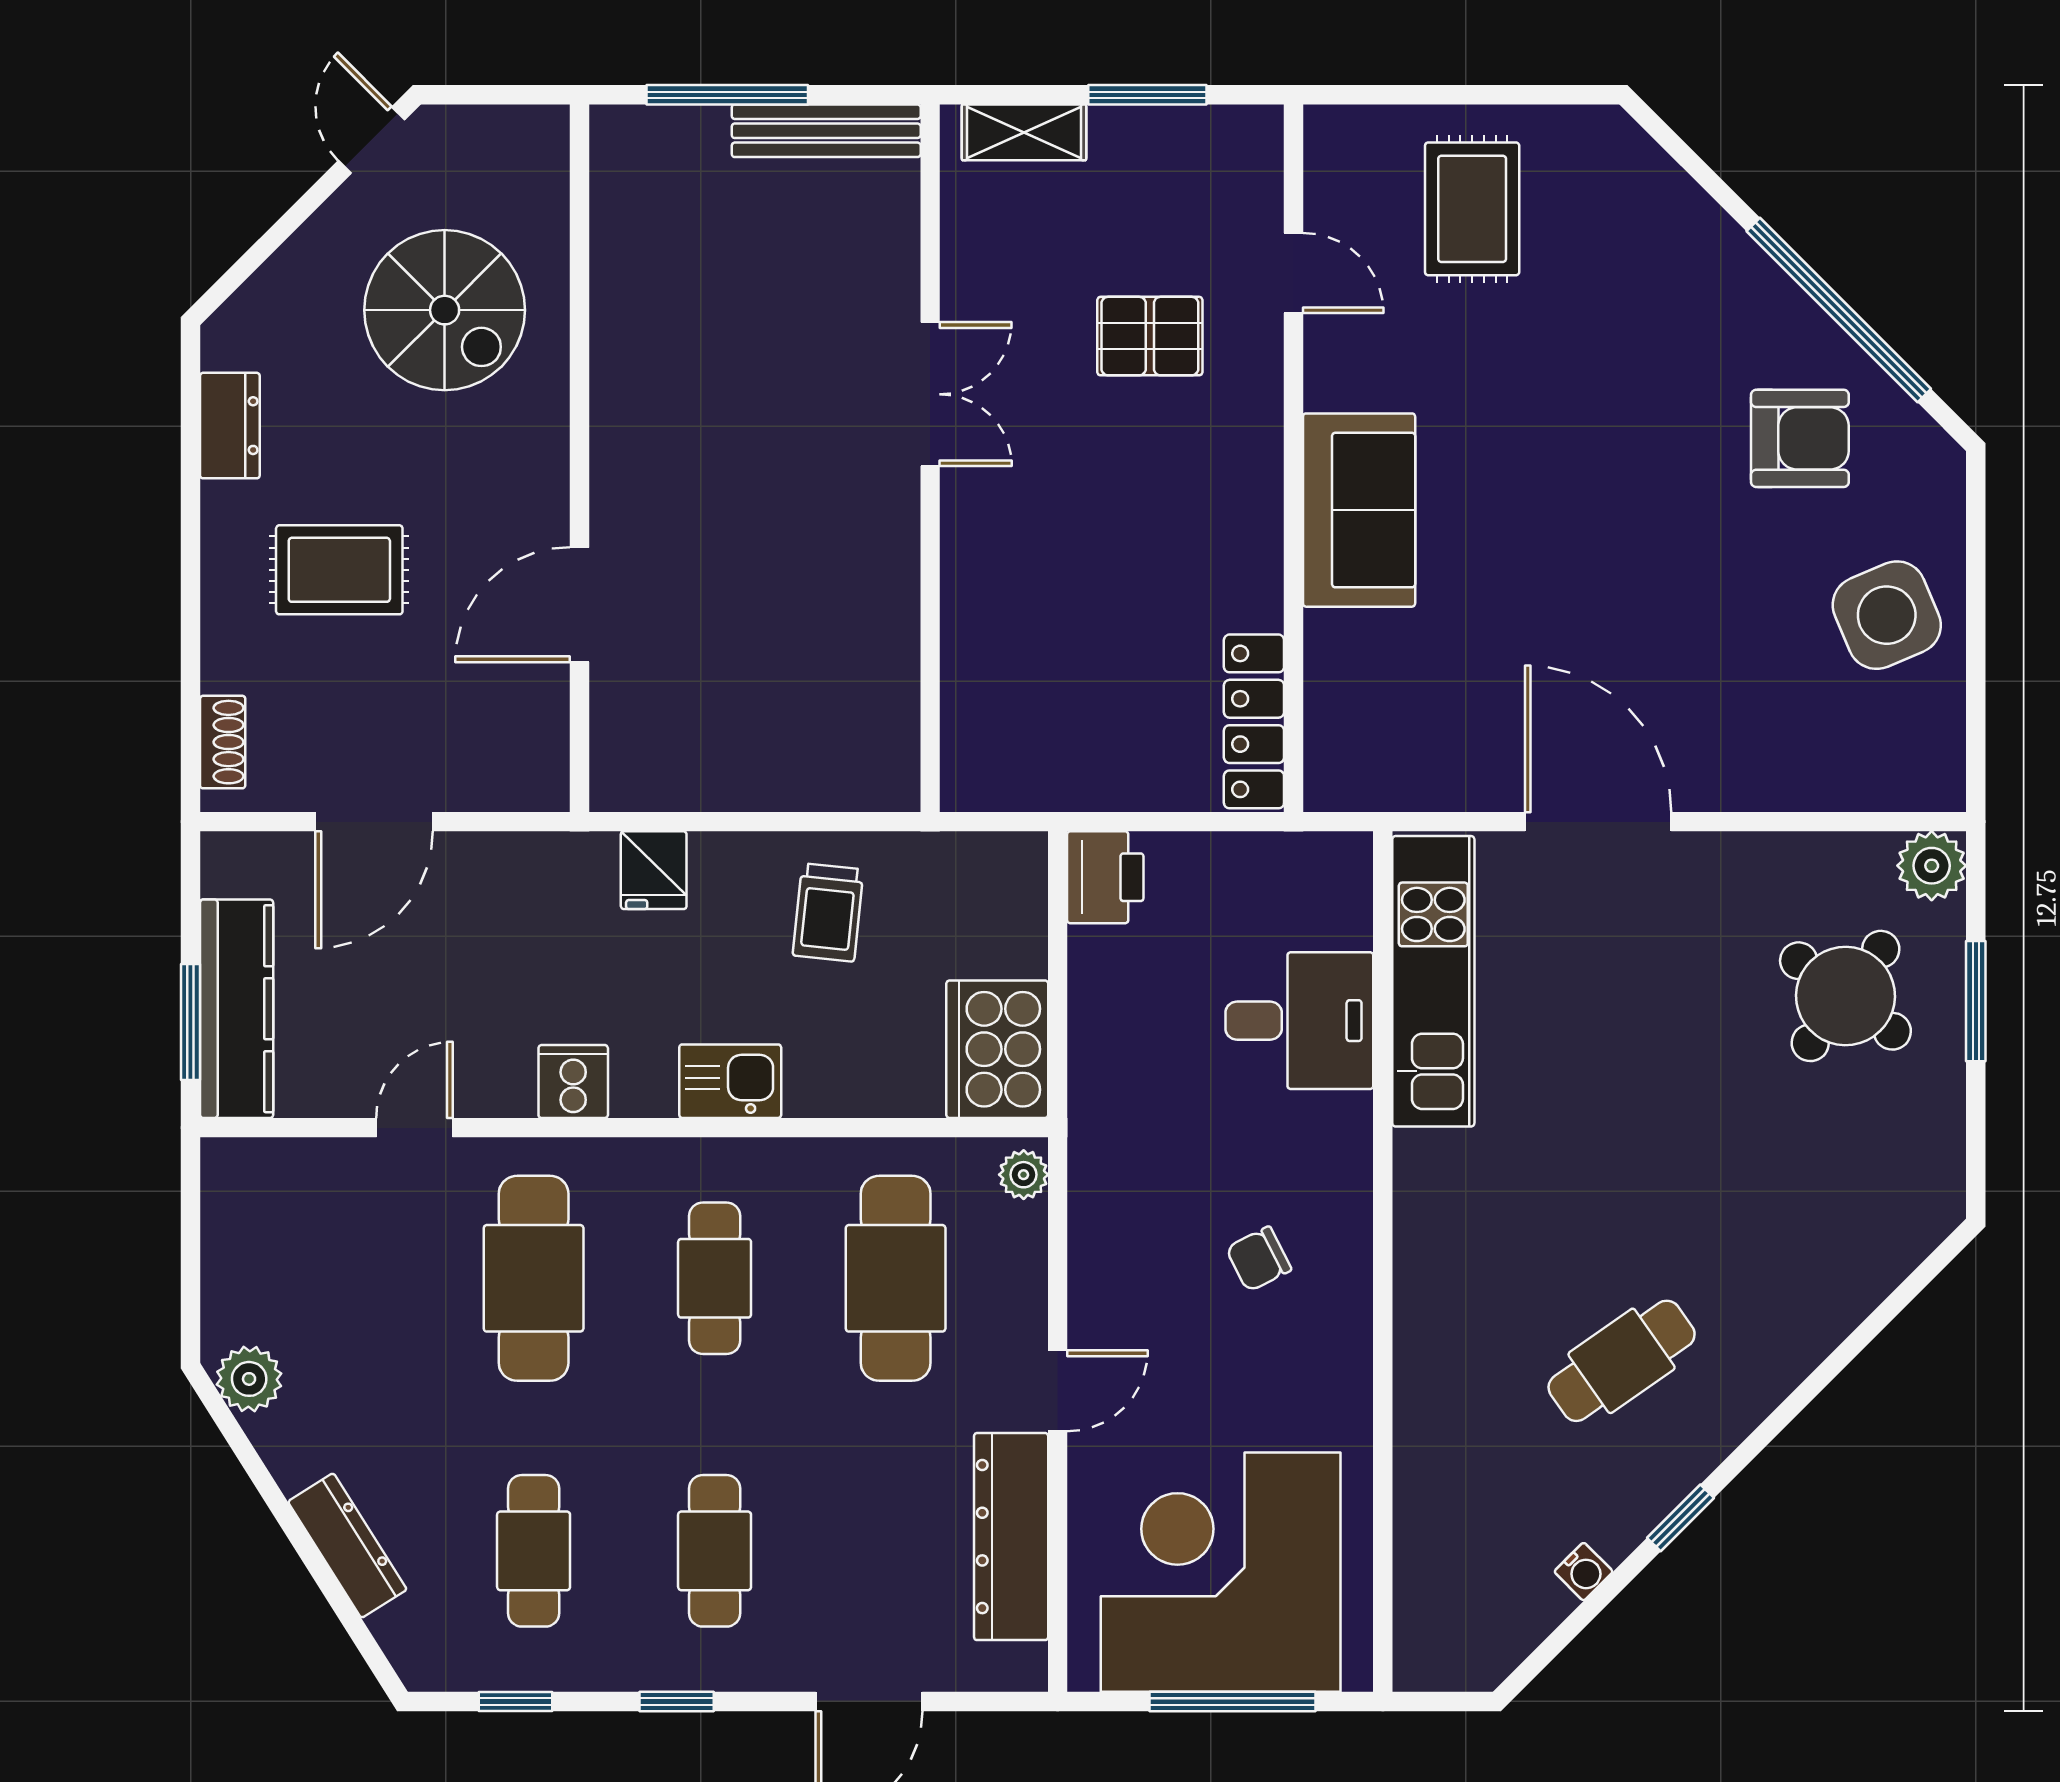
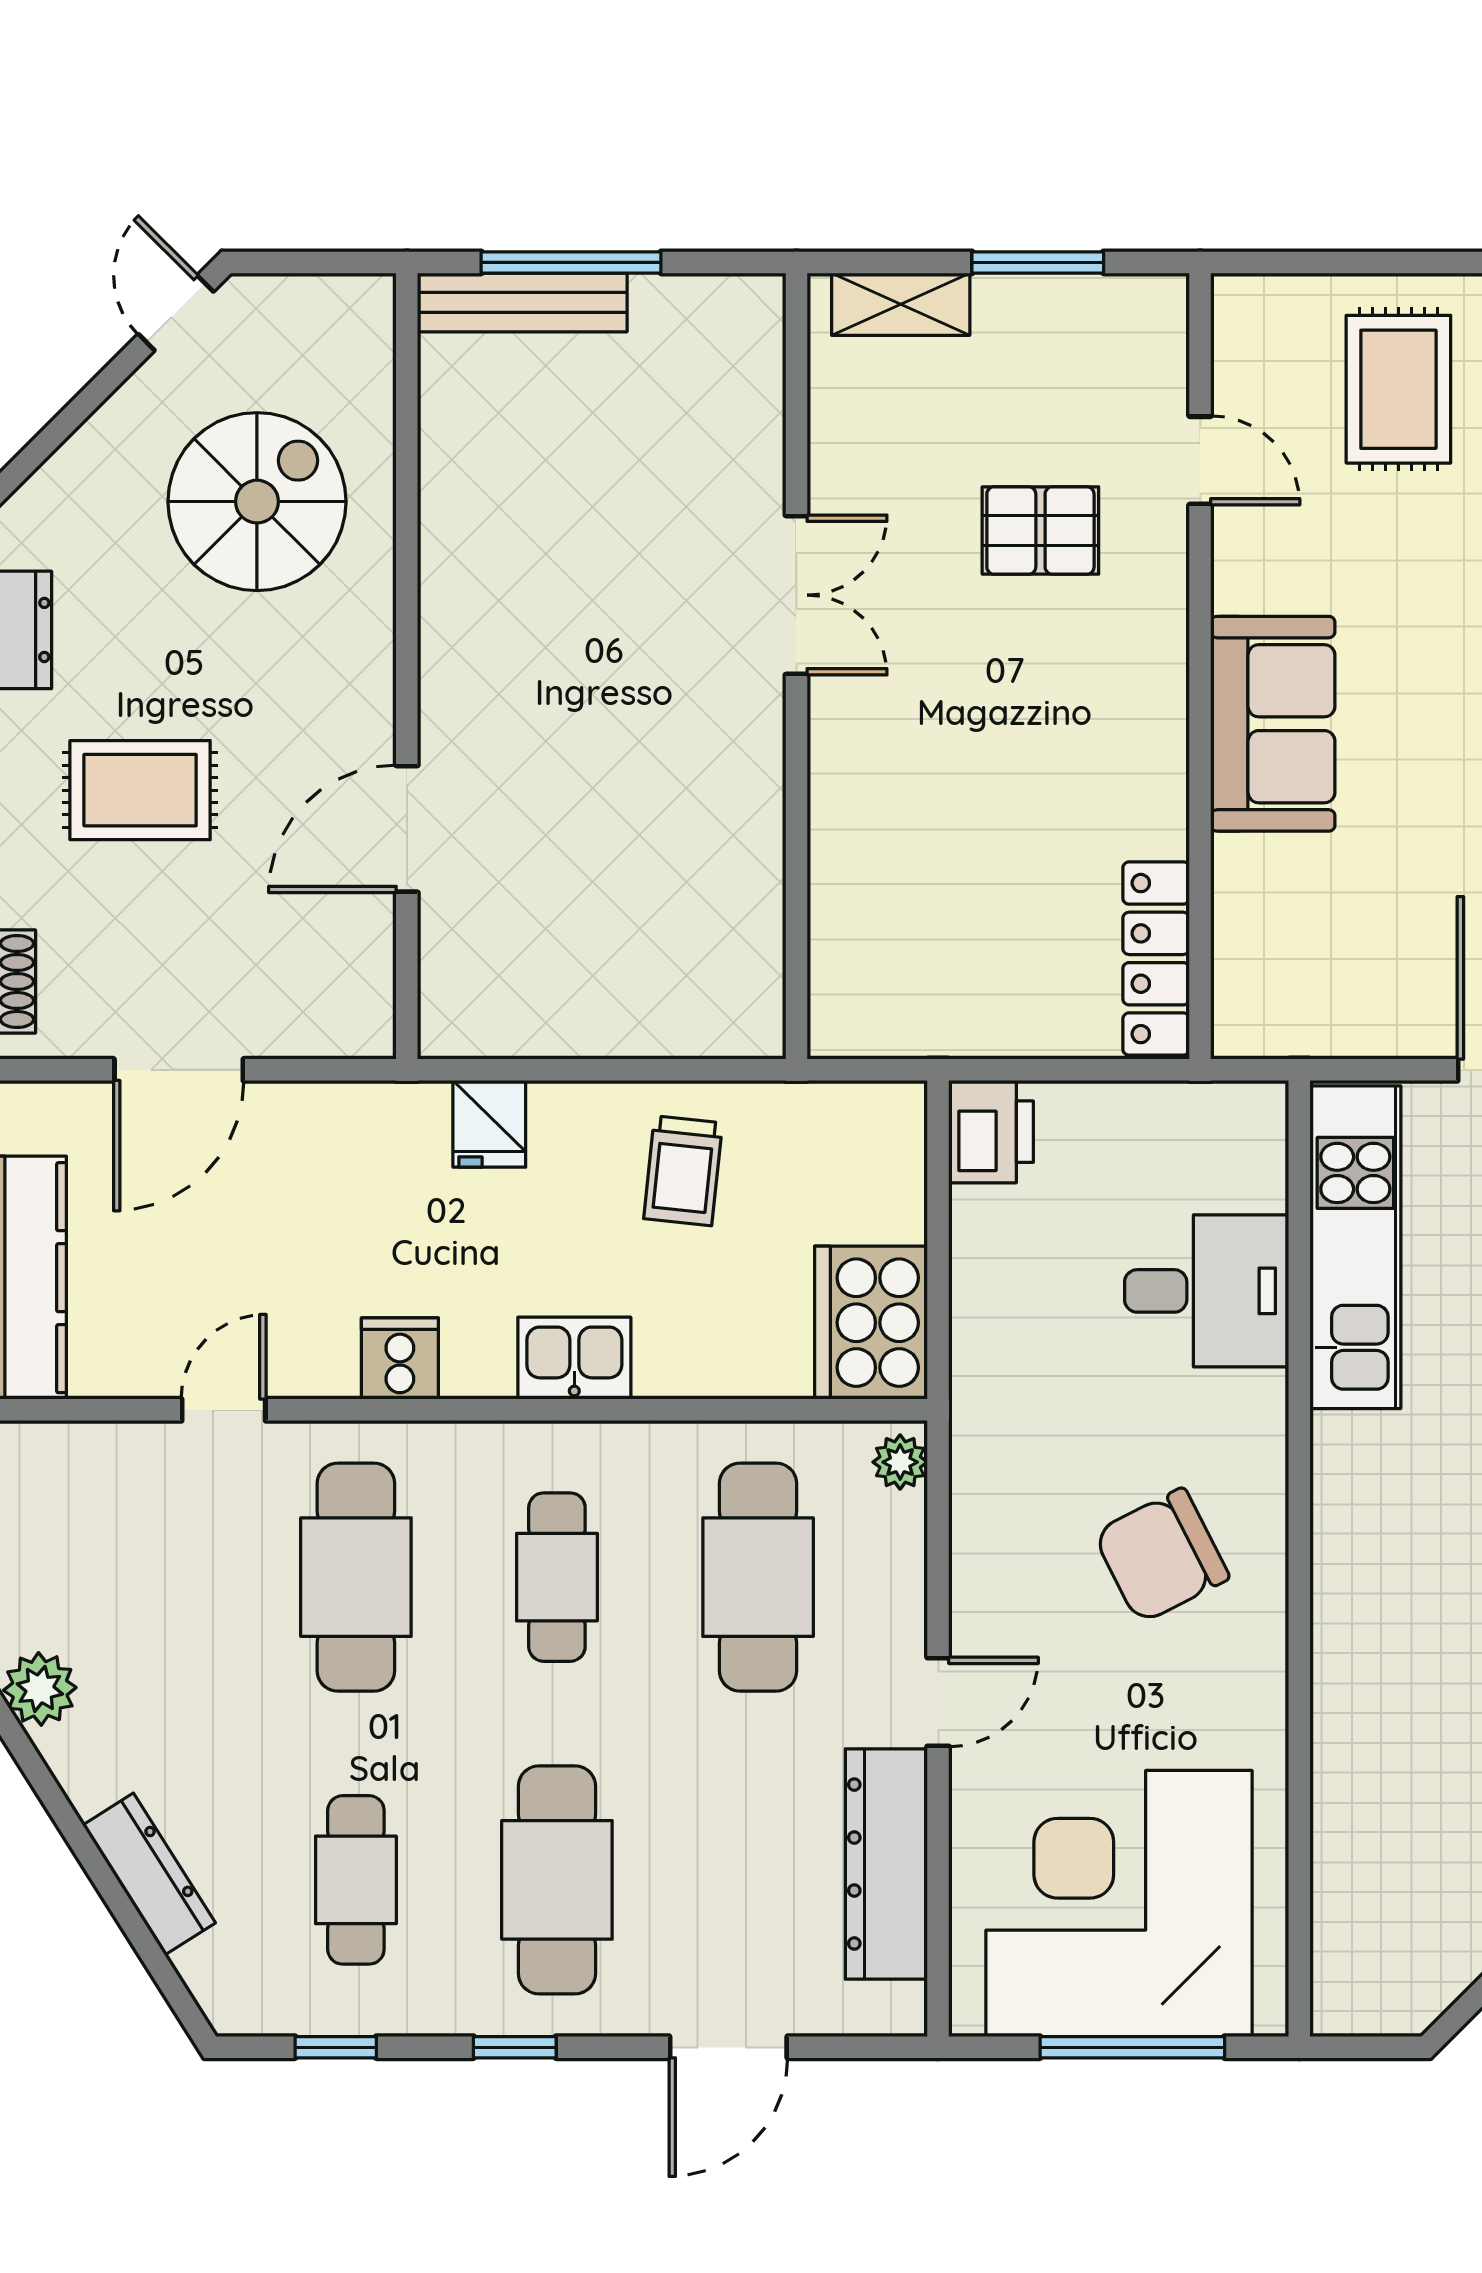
bench: (826, 131) -> (522, 302), moved
spiral stairs: (445, 310) -> (257, 502), turned -90
chair: (1259, 1259) -> (1161, 1556), width x1.87, depth x1.87
cafe table: (715, 1551) -> (557, 1880), width x1.37, depth x1.35

